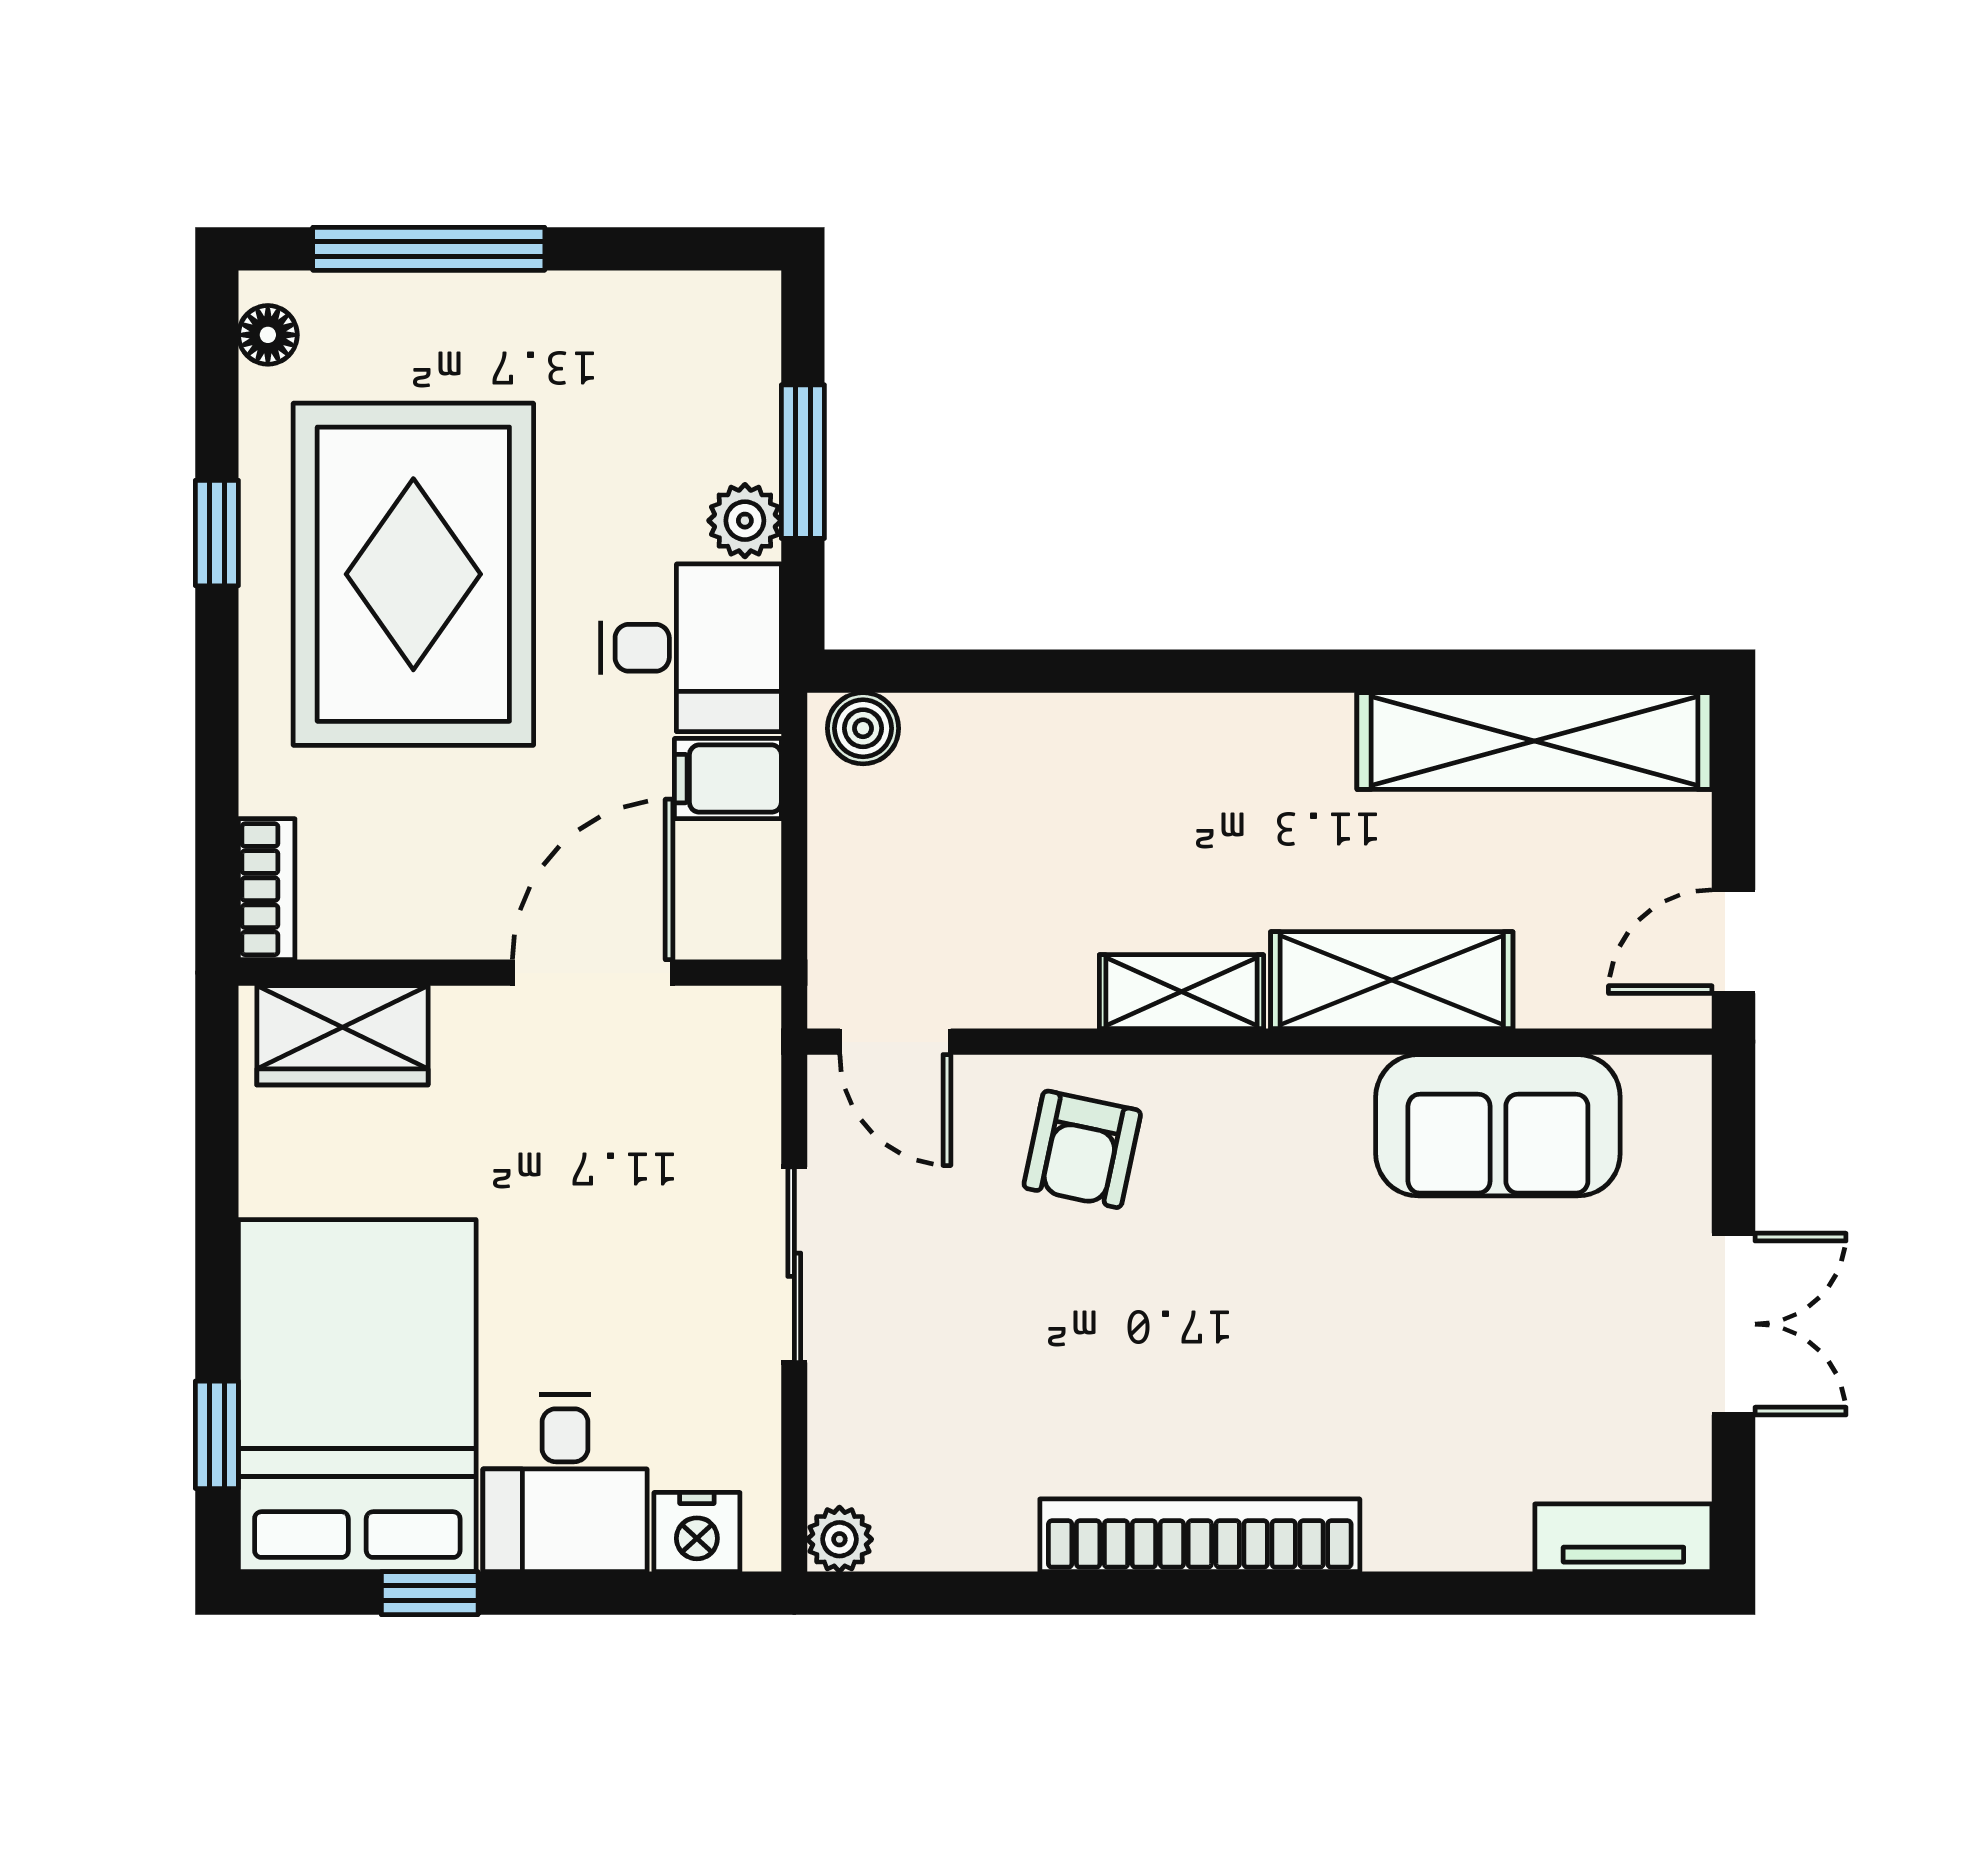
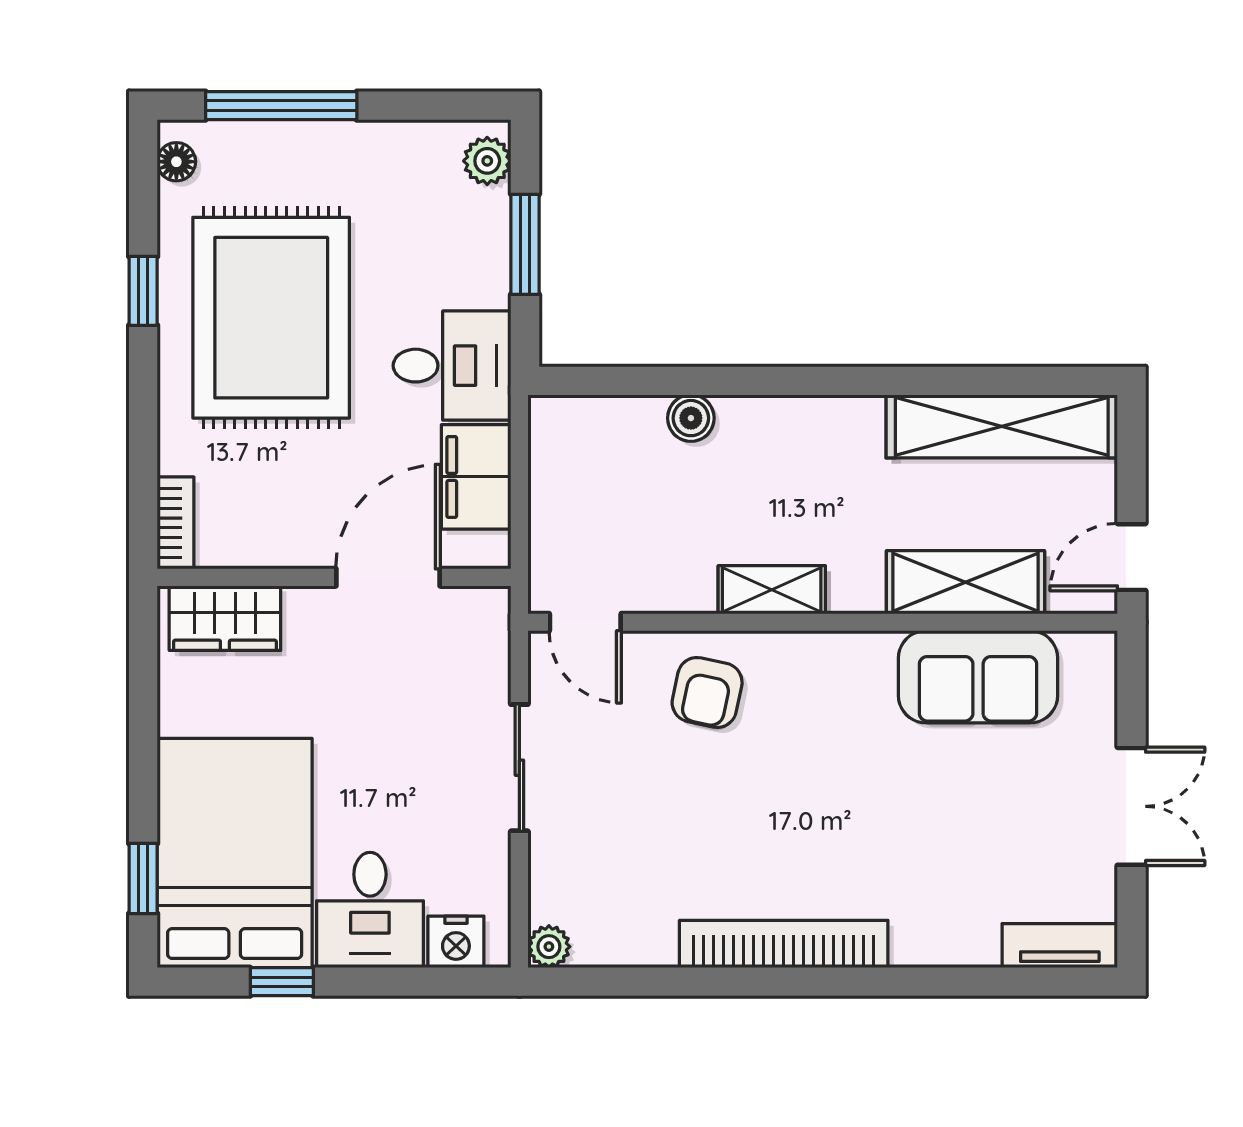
plant: (745, 521) -> (487, 161), moved
boiler: (863, 728) -> (691, 418), moved
filing cabinet: (728, 779) -> (476, 477), width x2.00
shelving: (1392, 980) -> (966, 582), moved

